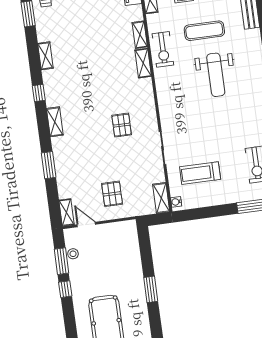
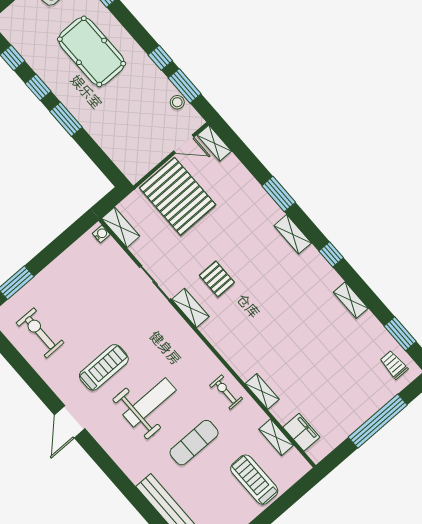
exercise bike: (163, 49) -> (226, 392), width x0.73, depth x0.72
shelving: (143, 63) -> (190, 308), moved
weight bench: (216, 75) -> (150, 402), turned 90
window: (49, 165) -> (279, 194), moved
treadmill: (200, 173) -> (104, 367), moved
pallet: (112, 194) -> (178, 196), width x2.05, depth x2.00
window: (155, 321) -> (38, 87), added

